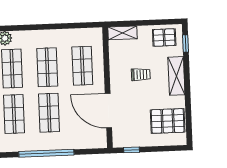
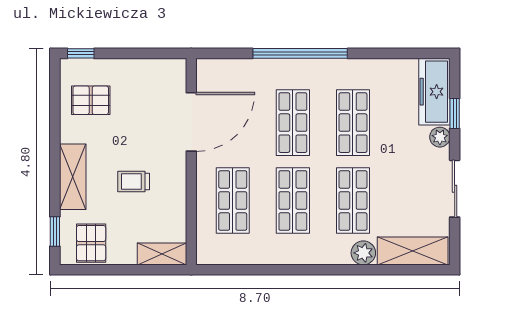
pallet: (164, 38) -> (91, 243), turned 90
door: (108, 111) -> (191, 122), hinge flipped
pallet: (168, 121) -> (91, 100), width x0.67, depth x0.71
window: (131, 150) -> (81, 53), moved

